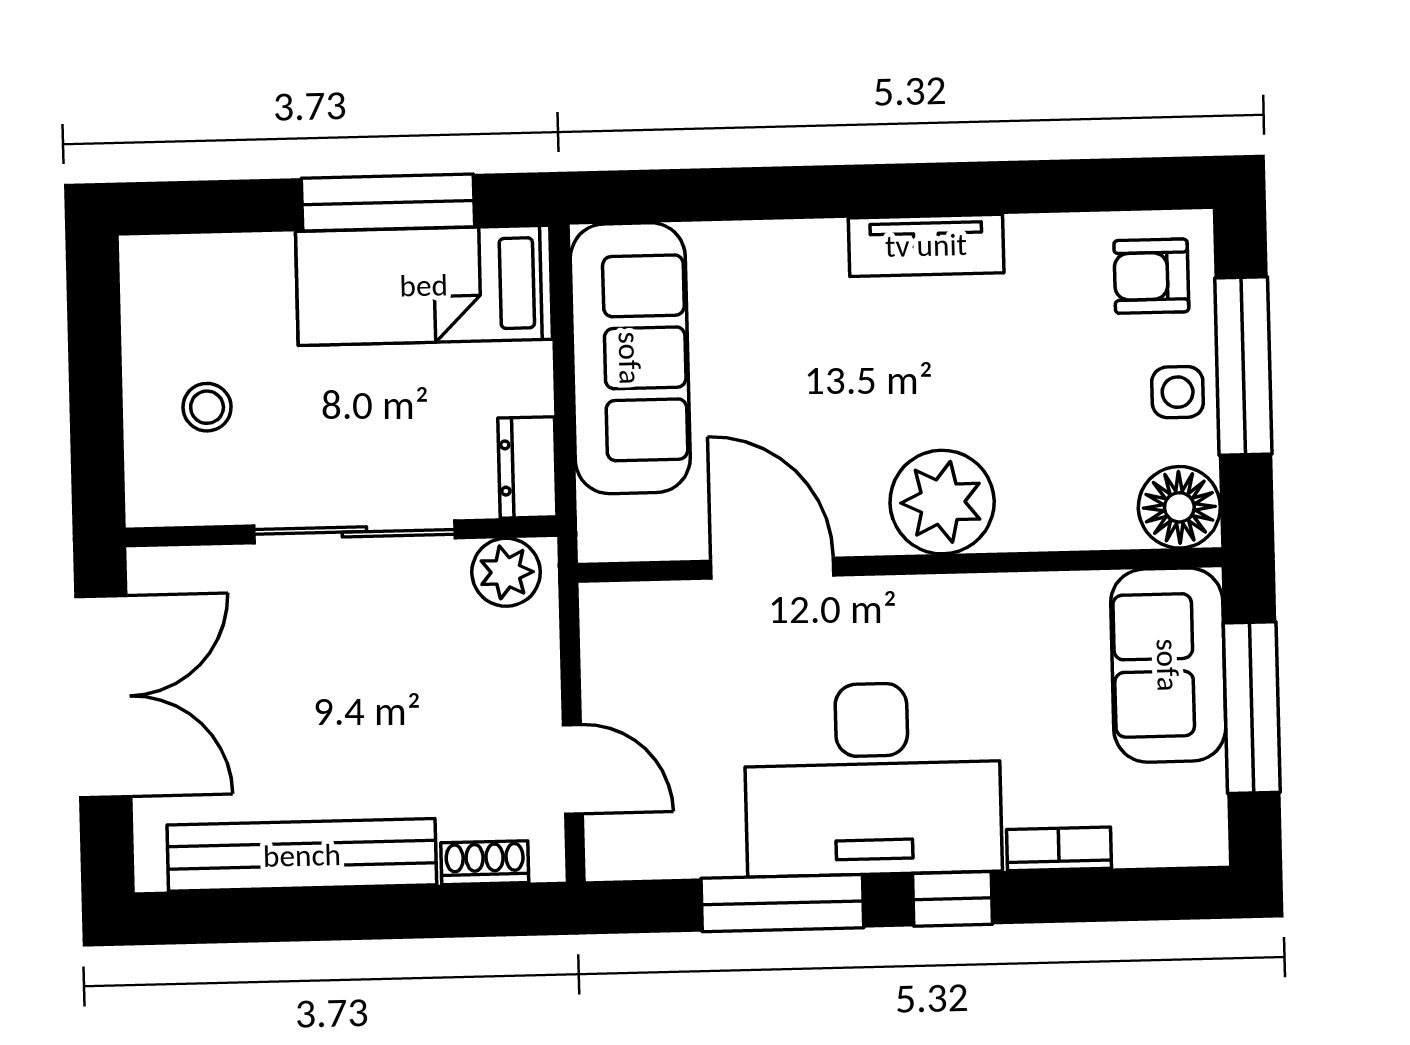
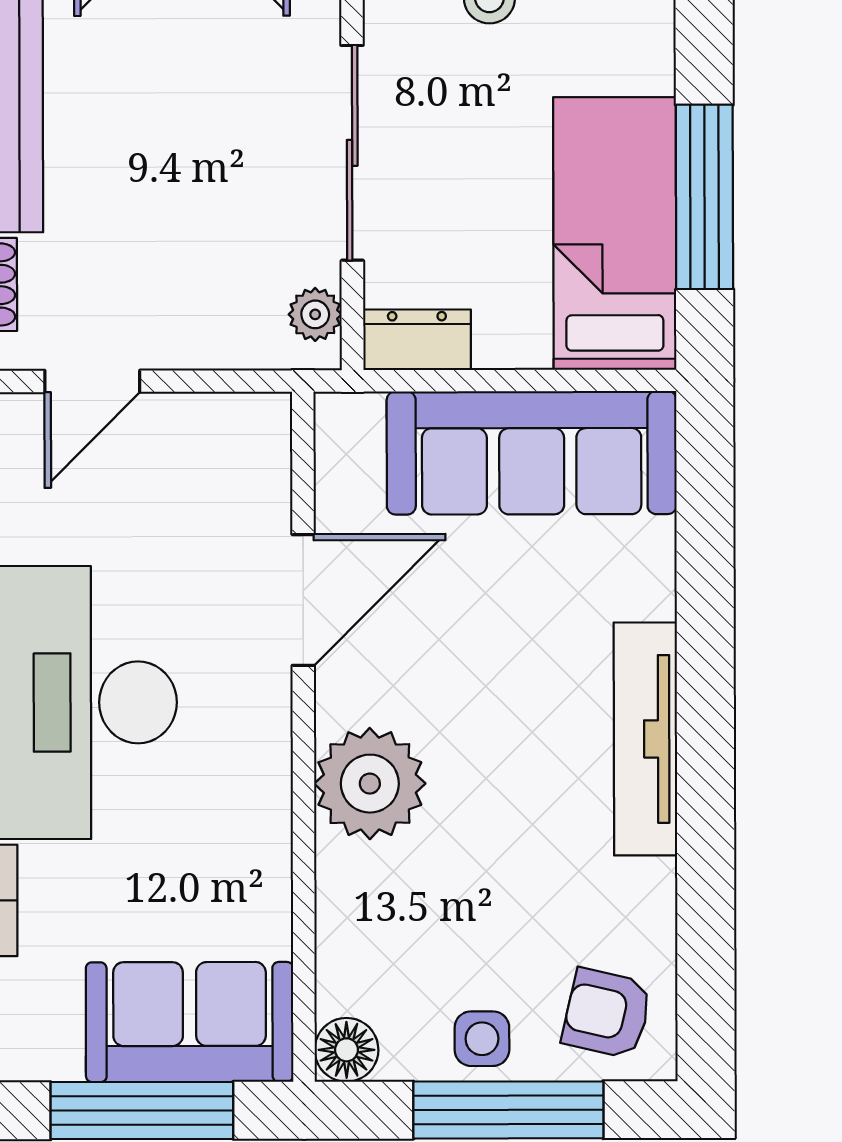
tv unit: (926, 245) -> (645, 739), width x1.41
armchair: (1151, 276) -> (607, 1013), turned -77
floor lamp: (1179, 507) -> (346, 1050), width x0.73, depth x0.73
plant: (506, 572) -> (315, 314), width x0.73, depth x0.73

